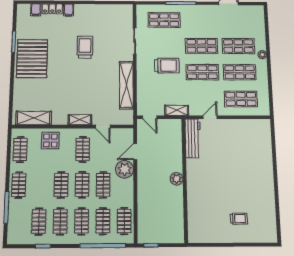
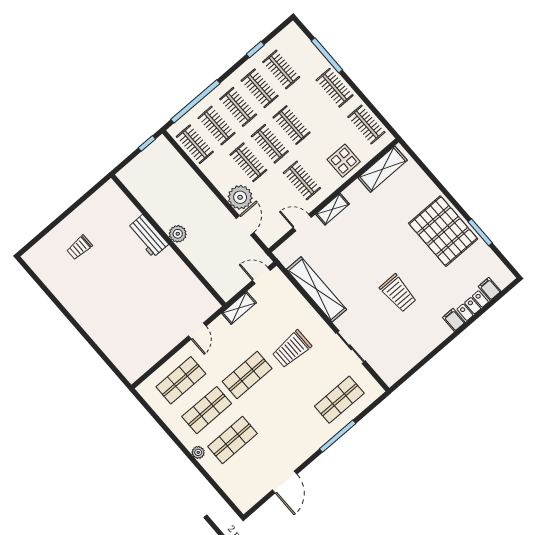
shop shelf: (202, 46) -> (273, 405), removed
workbench: (193, 138) -> (148, 236), moved, width x0.73

